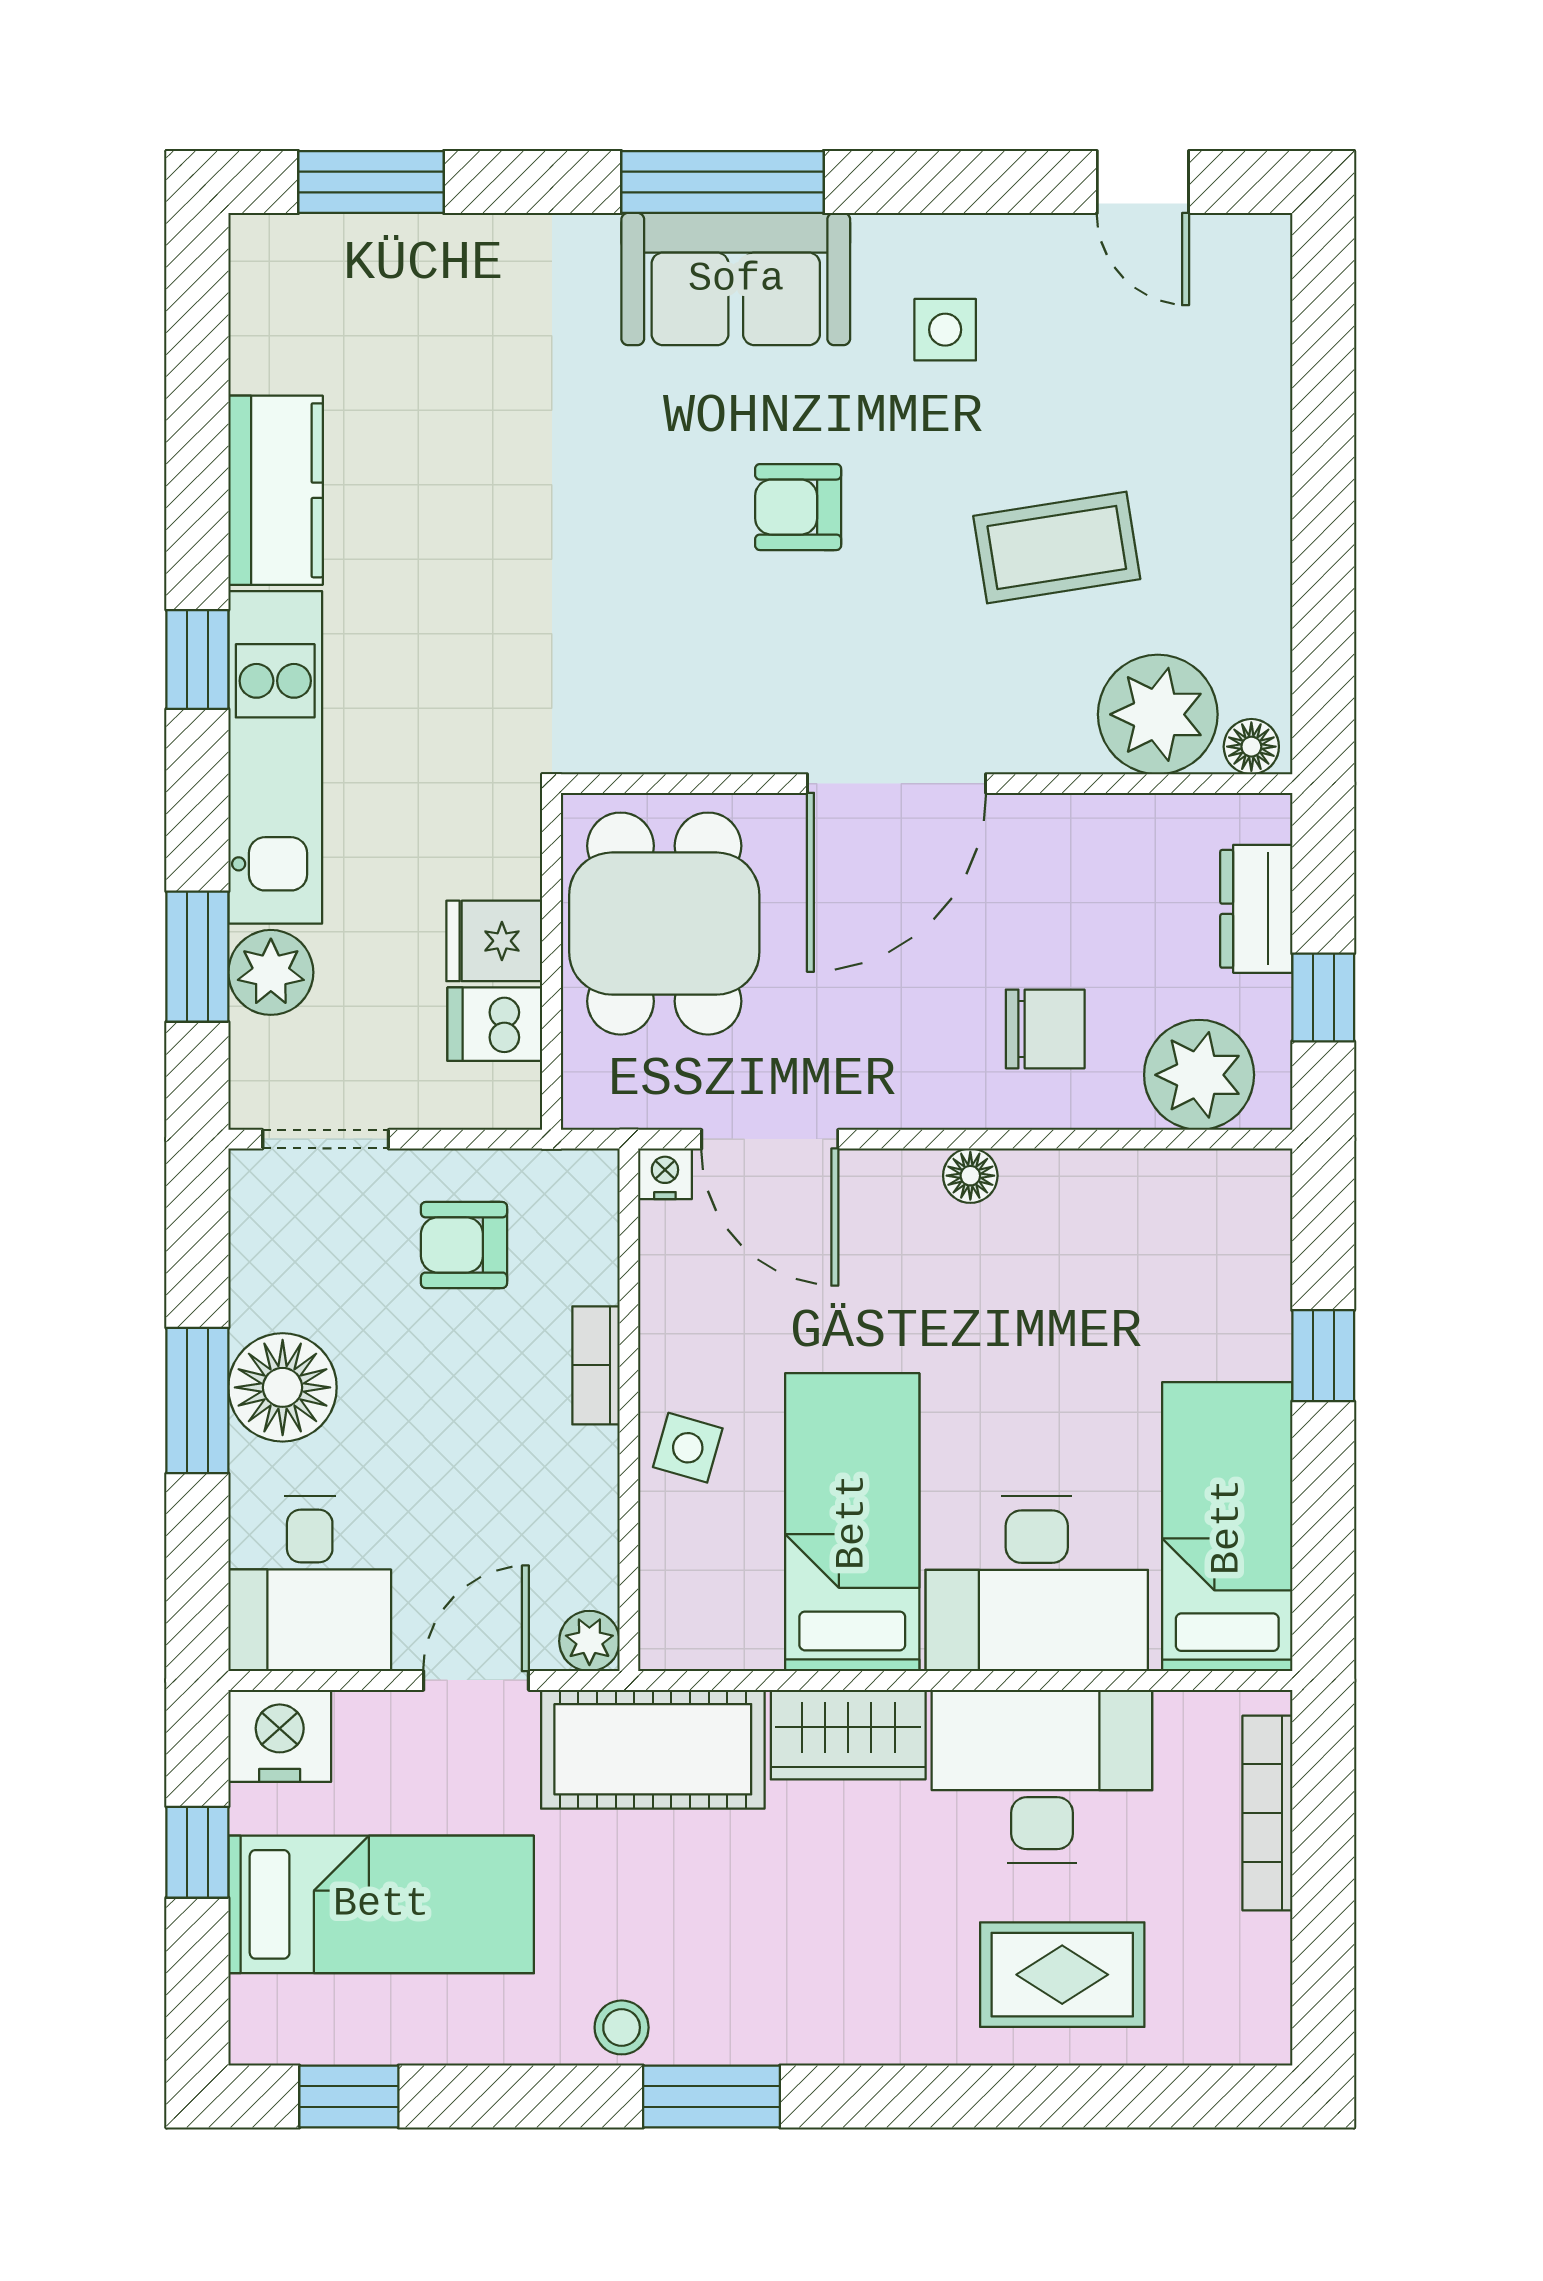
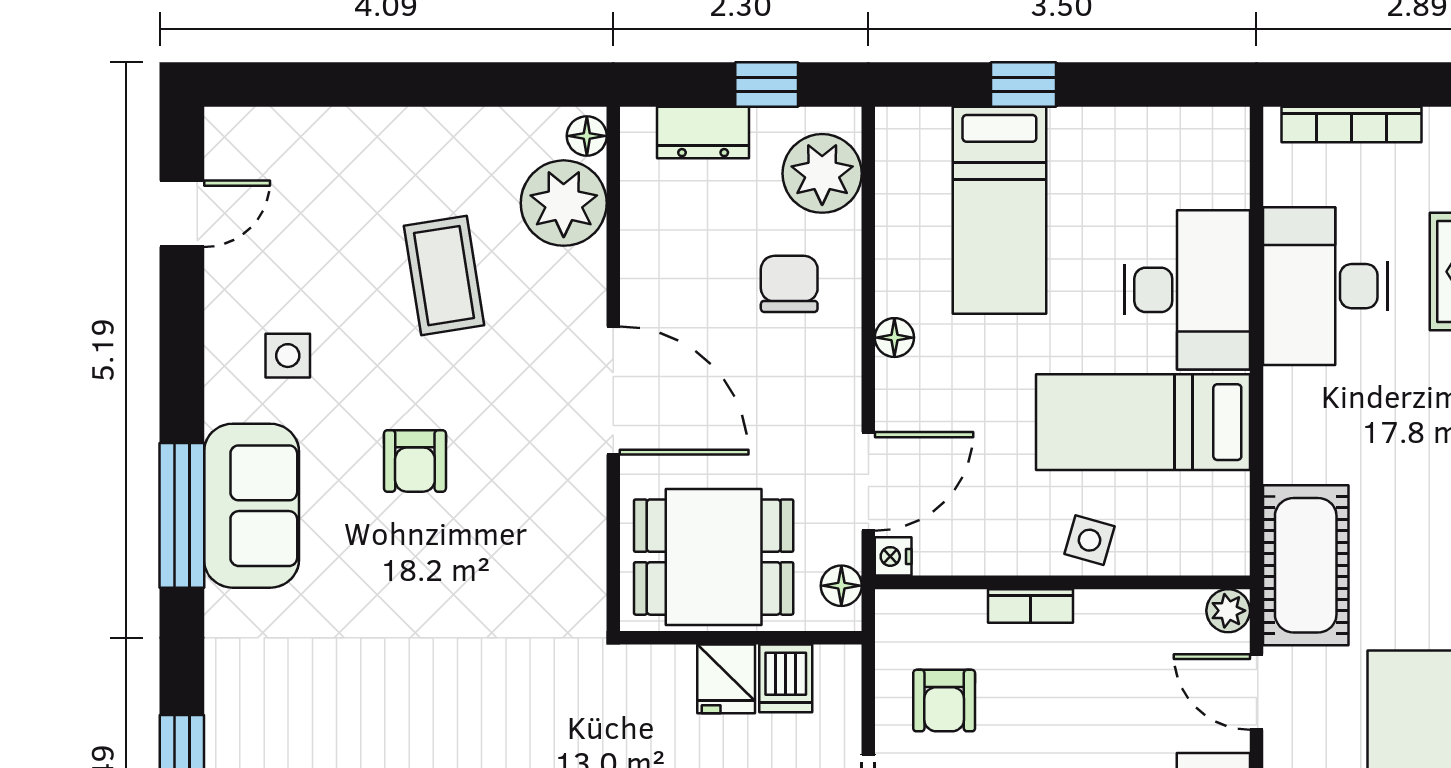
floor lamp: (624, 1102) -> (841, 586), added
bed: (1227, 1527) -> (999, 210), moved, turned -90
wardrobe: (848, 1735) -> (1295, 425), removed

